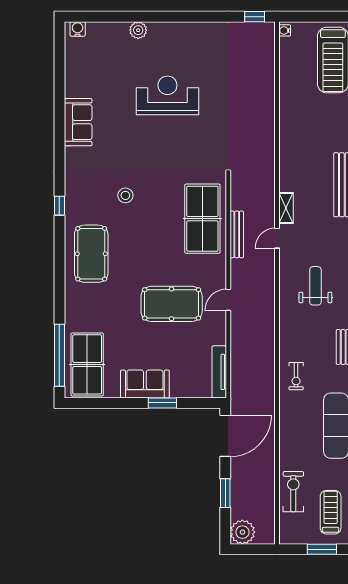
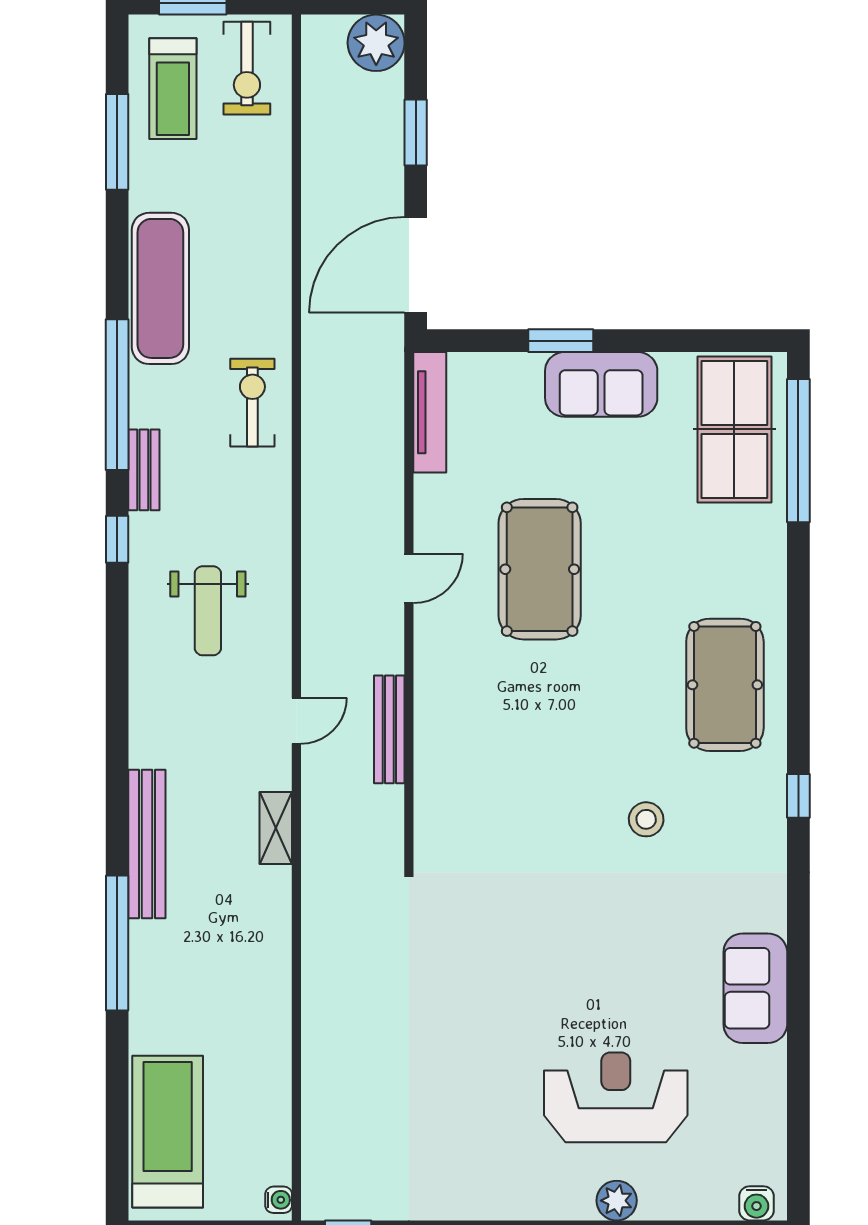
reception desk: (167, 95) -> (616, 1097), moved, turned 180
shelving: (286, 208) -> (276, 828), moved
table tennis table: (202, 219) -> (468, 766), removed
pool table: (172, 304) -> (540, 569), turned 90
exercise bike: (296, 376) -> (252, 403), width x1.38, depth x1.39
exercise bike: (293, 492) -> (247, 68), moved

